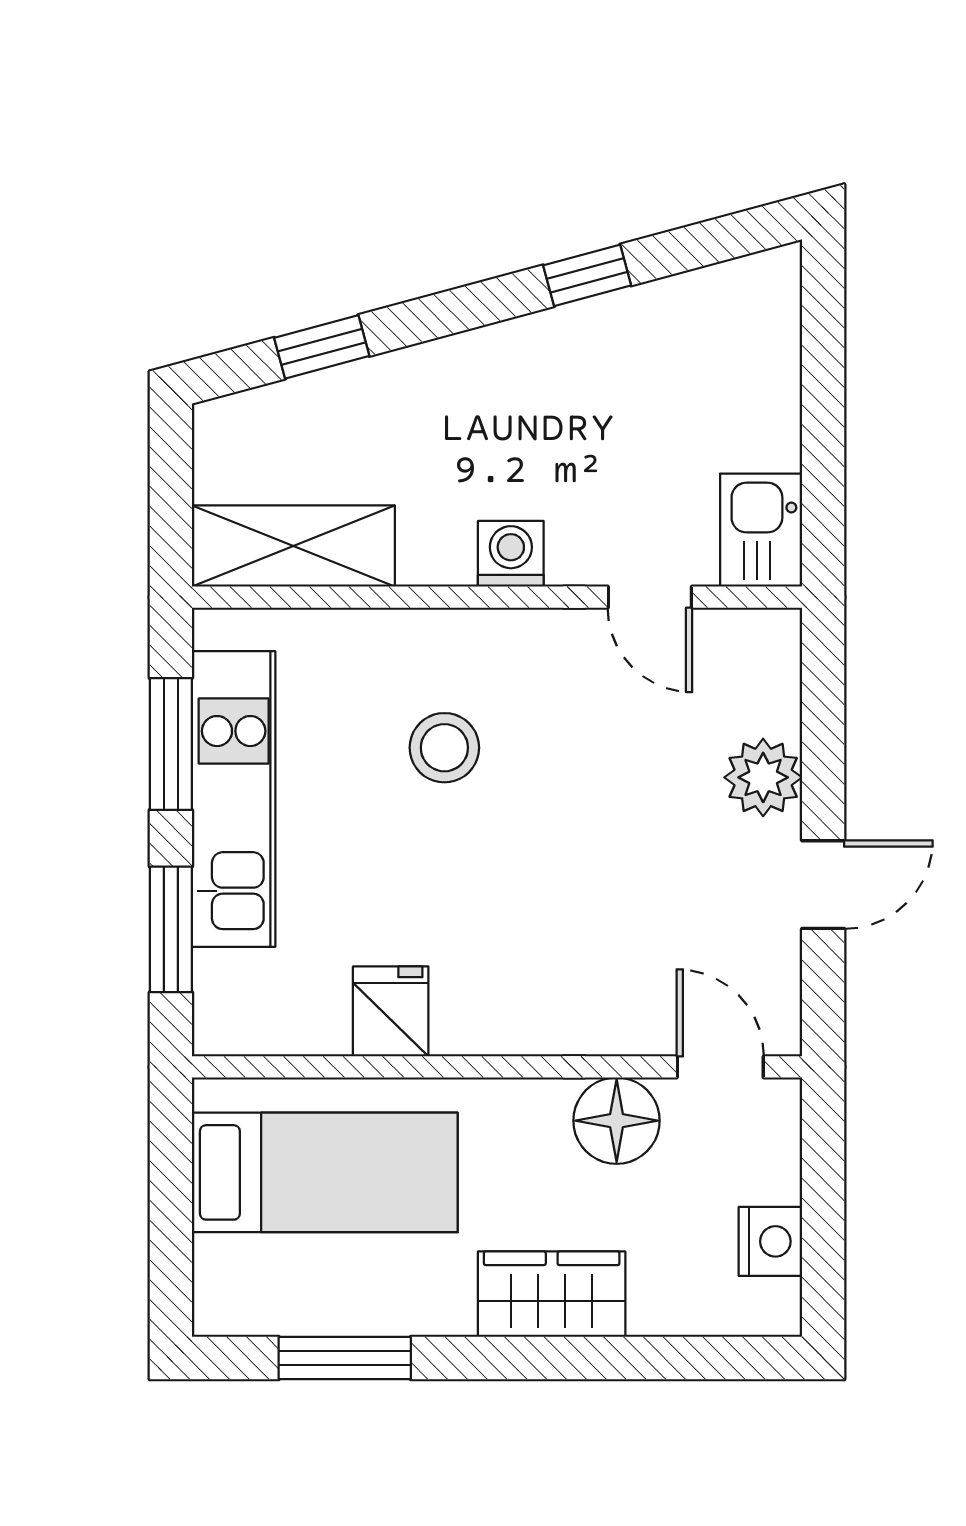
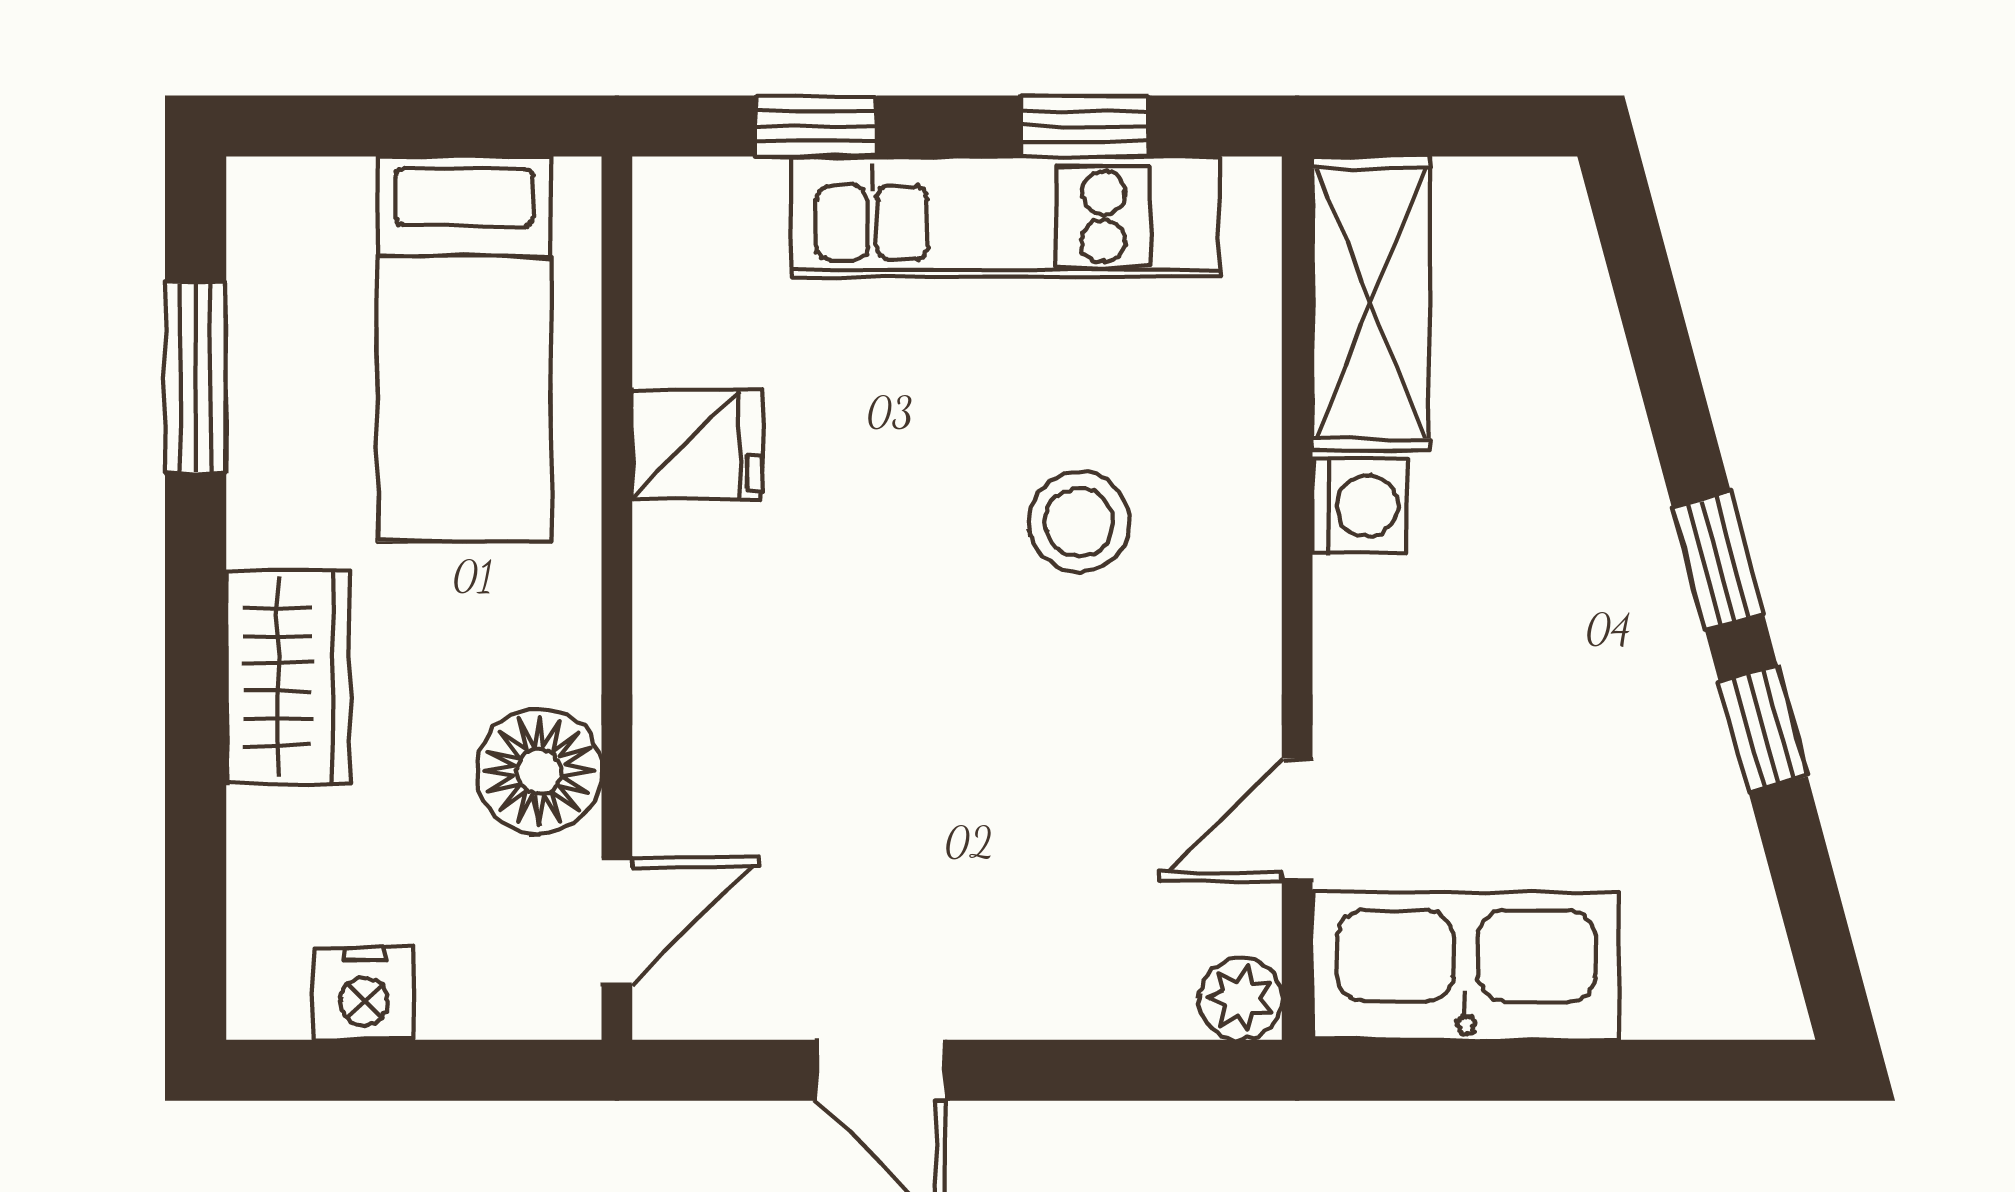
window: (322, 347) -> (1718, 561), moved
kitchen sink: (761, 530) -> (1466, 966), width x1.87, depth x1.24
washing machine: (511, 554) -> (1360, 506), moved
window: (171, 744) -> (1084, 126), width x0.67
plant: (763, 777) -> (1241, 999), moved, width x0.73, depth x0.73
window: (171, 929) -> (816, 126), width x0.67

